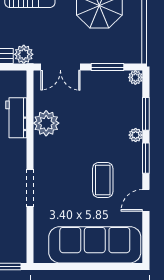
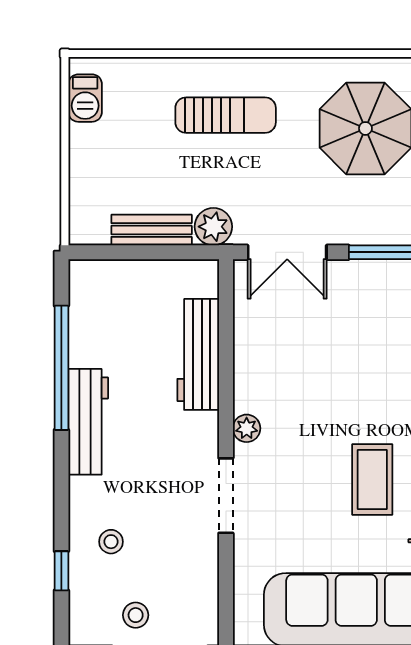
workbench: (16, 118) -> (198, 354), width x1.38
plant: (46, 123) -> (247, 428), moved, width x0.53, depth x0.53

